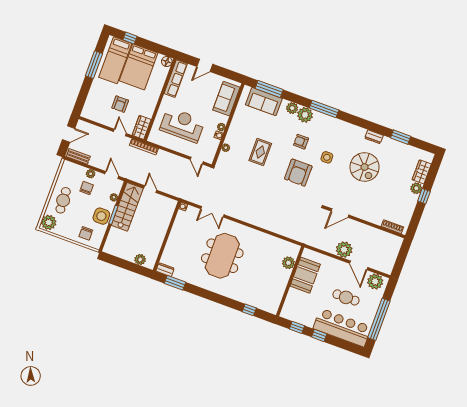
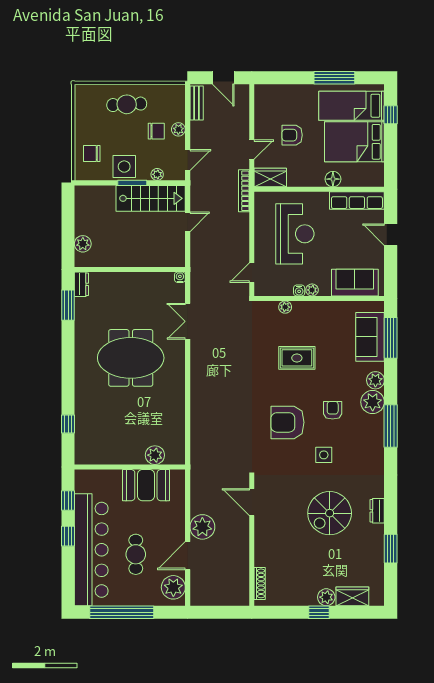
floor lamp: (167, 62) -> (333, 179), moved
plant: (49, 222) -> (88, 95), removed
bar counter: (342, 328) -> (91, 550), width x1.36

